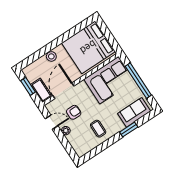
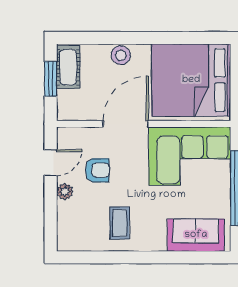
cot: (41, 90) -> (68, 67), moved
door: (63, 91) -> (126, 124), moved
door: (52, 122) -> (51, 163), hinge flipped
window: (129, 130) -> (168, 257), removed

